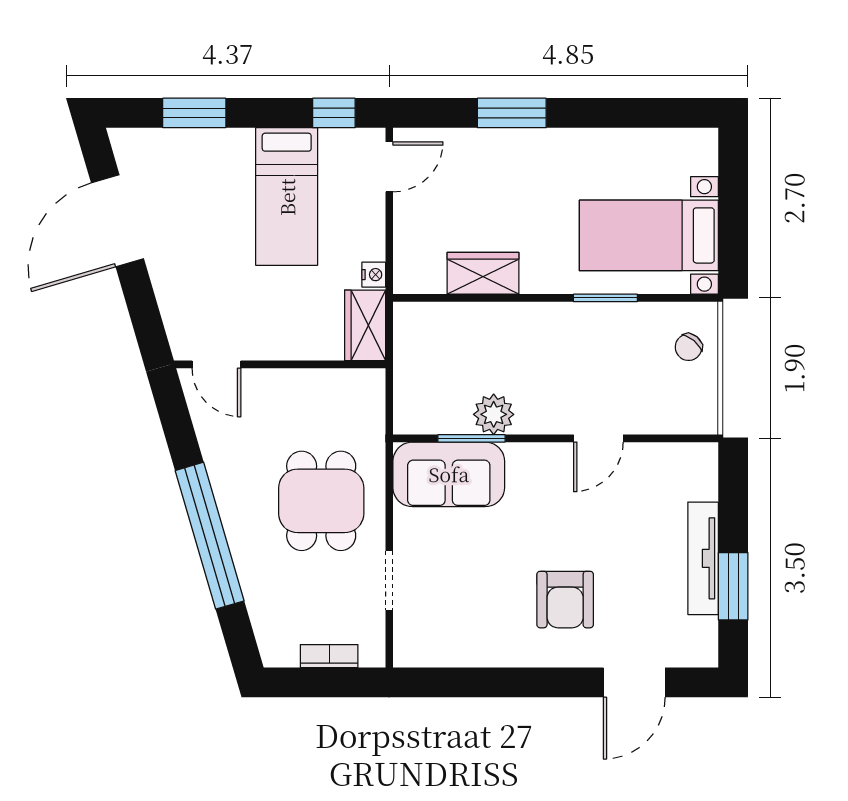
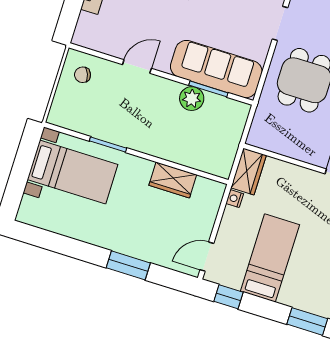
chair: (689, 347) -> (83, 75), moved, turned -151
sofa: (449, 474) -> (216, 69), width x1.36

